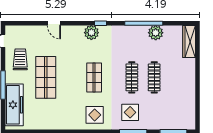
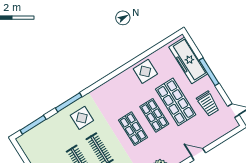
shop shelf: (70, 77) -> (154, 115), added
display table: (95, 115) -> (145, 71), moved

